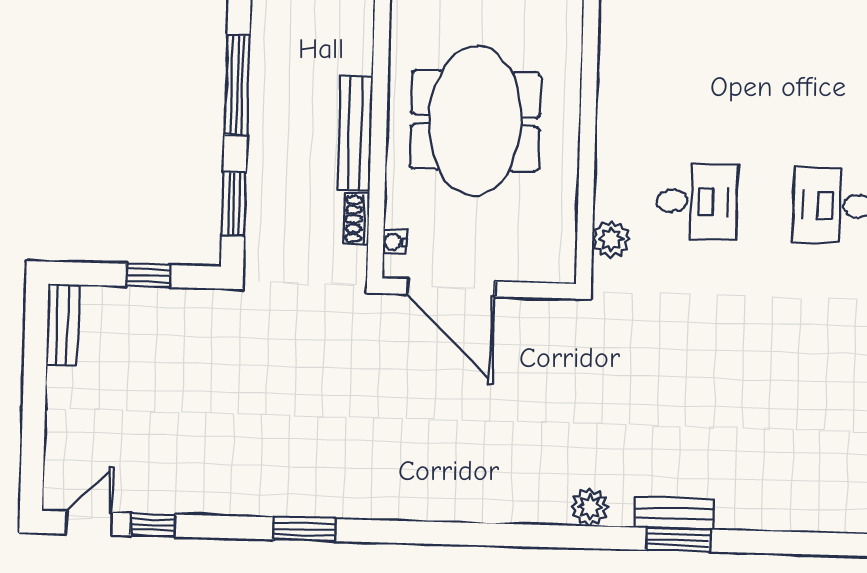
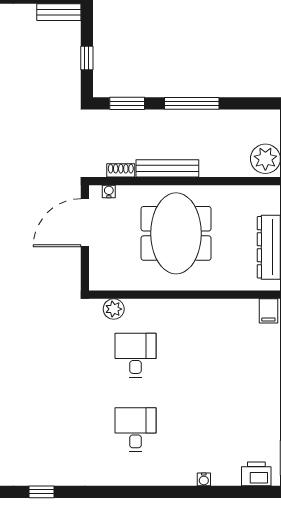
meeting table: (475, 121) -> (176, 233), turned 90
desk: (697, 201) -> (136, 355), turned 180

